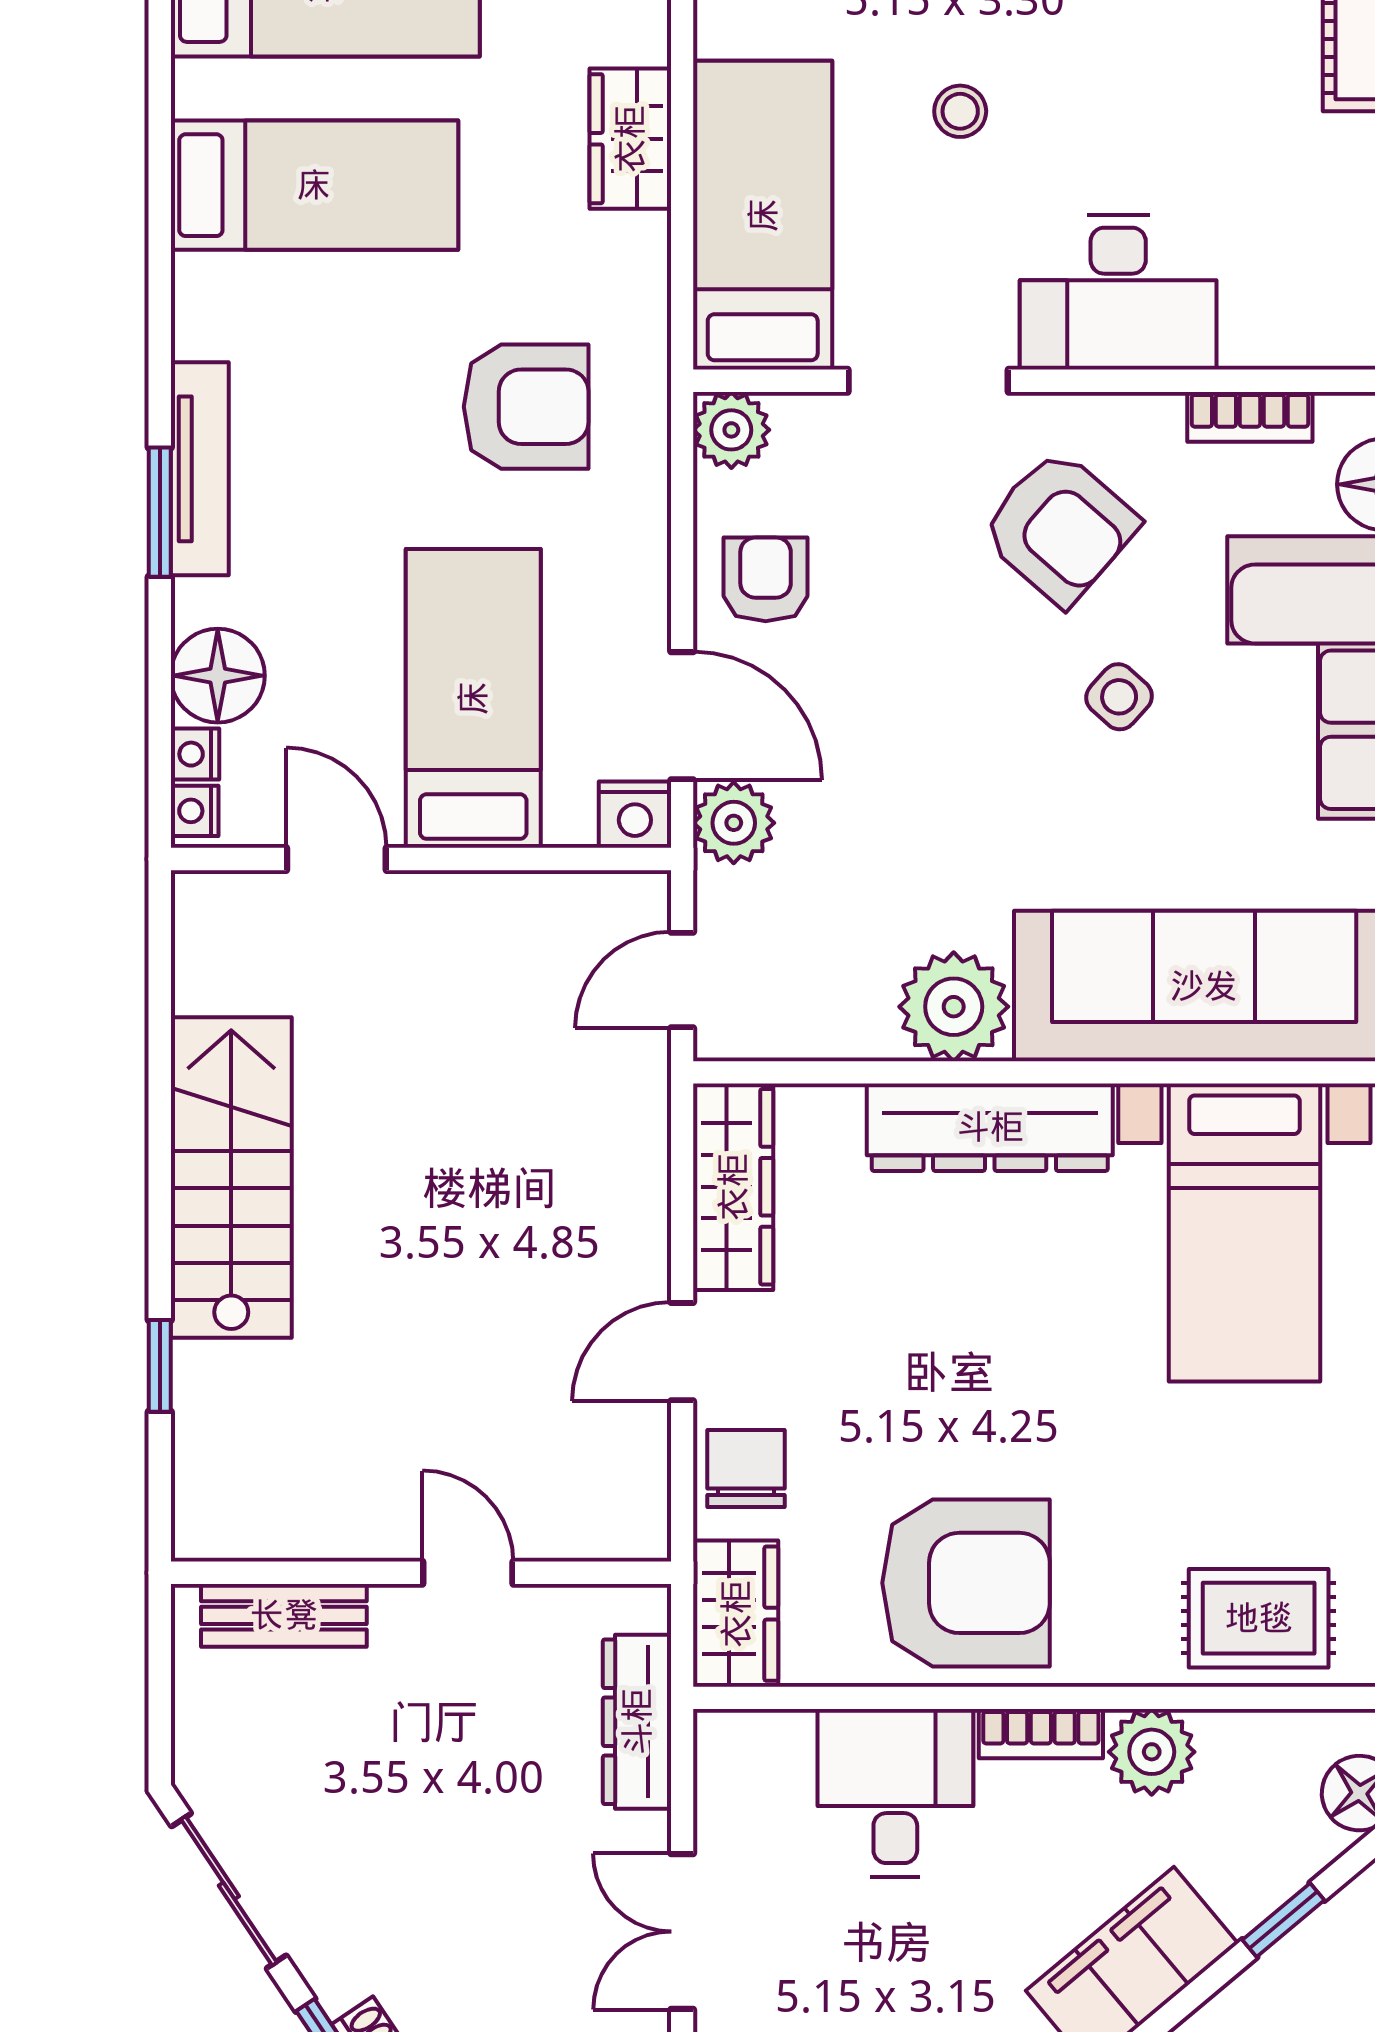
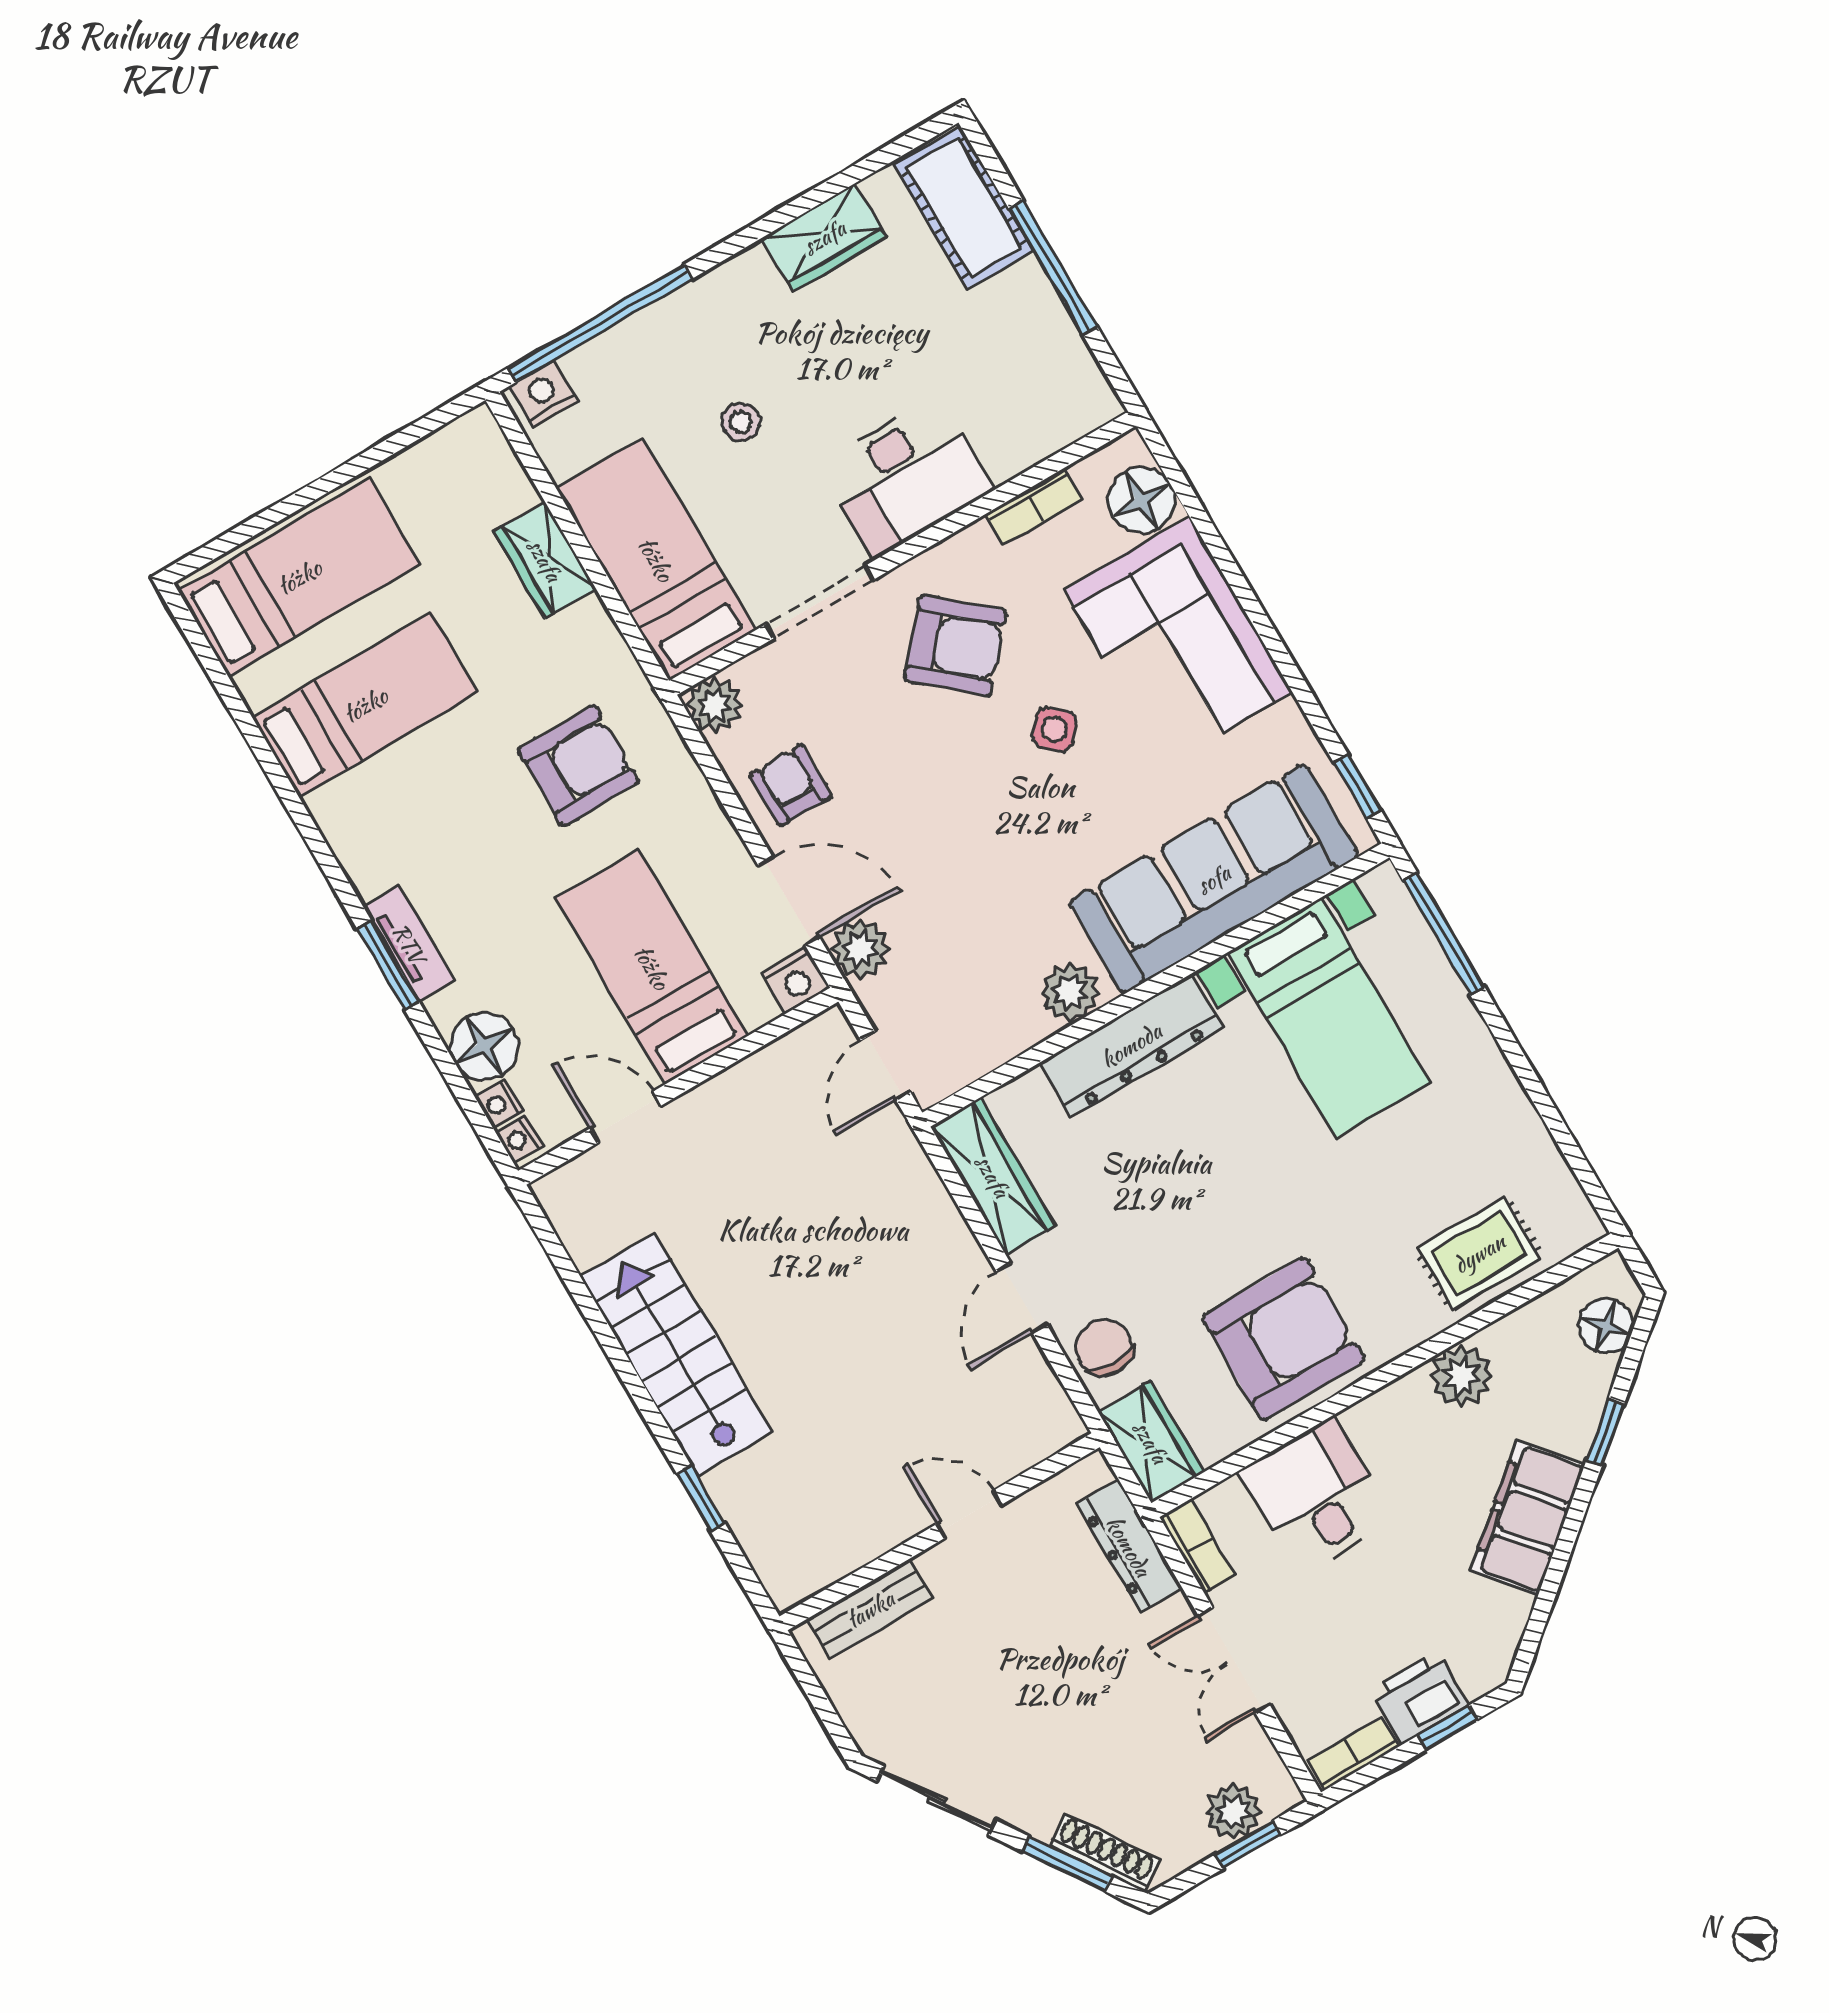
tv unit: (200, 469) -> (409, 943), width x0.71
plant: (954, 1007) -> (1070, 992), width x0.73, depth x0.73
bookcase: (1041, 1734) -> (1197, 1547), moved, turned -90

